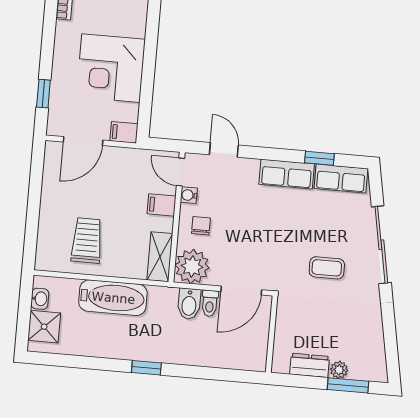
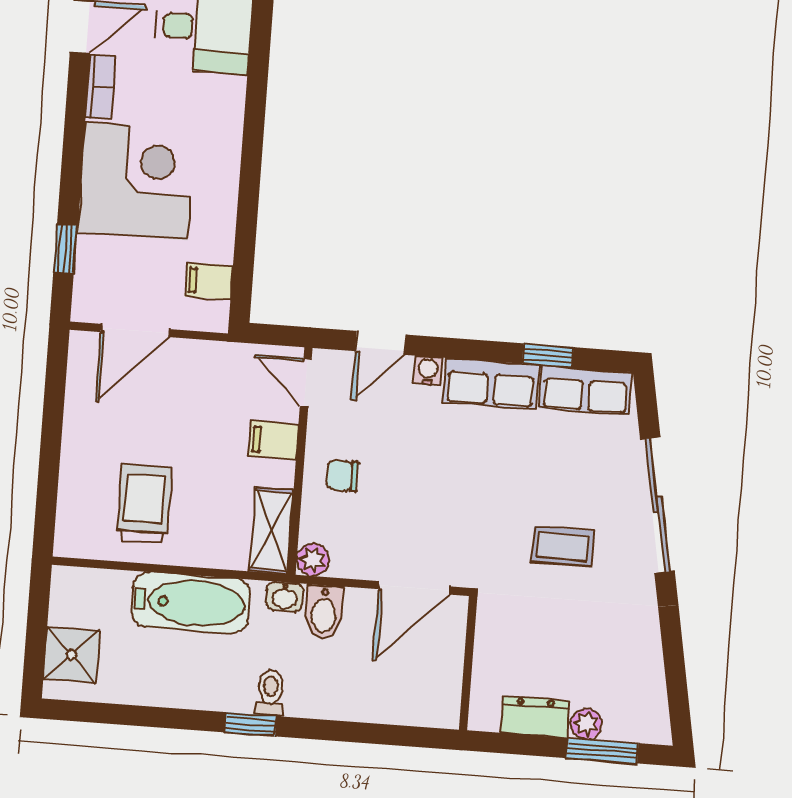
corner desk: (111, 68) -> (136, 181), moved, turned 180
filing cabinet: (124, 132) -> (209, 281), moved
door: (224, 150) -> (381, 343), swing flipped
water cooler: (189, 195) -> (428, 370), moved, turned 90
chair: (201, 226) -> (343, 476), turned -90
plant: (192, 266) -> (313, 560), width x0.53, depth x0.53
washbasin: (40, 299) -> (285, 597), moved, turned 90
toilet: (210, 303) -> (270, 693), moved, turned 180

